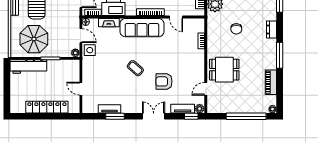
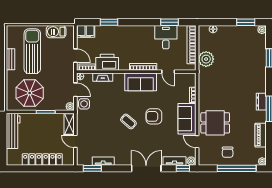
sofa: (142, 28) -> (141, 82), width x0.73
chair: (236, 29) -> (228, 152), moved
dresser: (272, 30) -> (261, 102), moved
sofa: (195, 65) -> (187, 119), added
workbench: (28, 66) -> (13, 131), moved, turned -90
shelving: (74, 71) -> (69, 124), added
armchair: (164, 81) -> (154, 116), moved
door: (206, 89) -> (197, 142), hinge flipped
window: (115, 116) -> (92, 168), moved
double door: (154, 116) -> (146, 168), width x1.37

